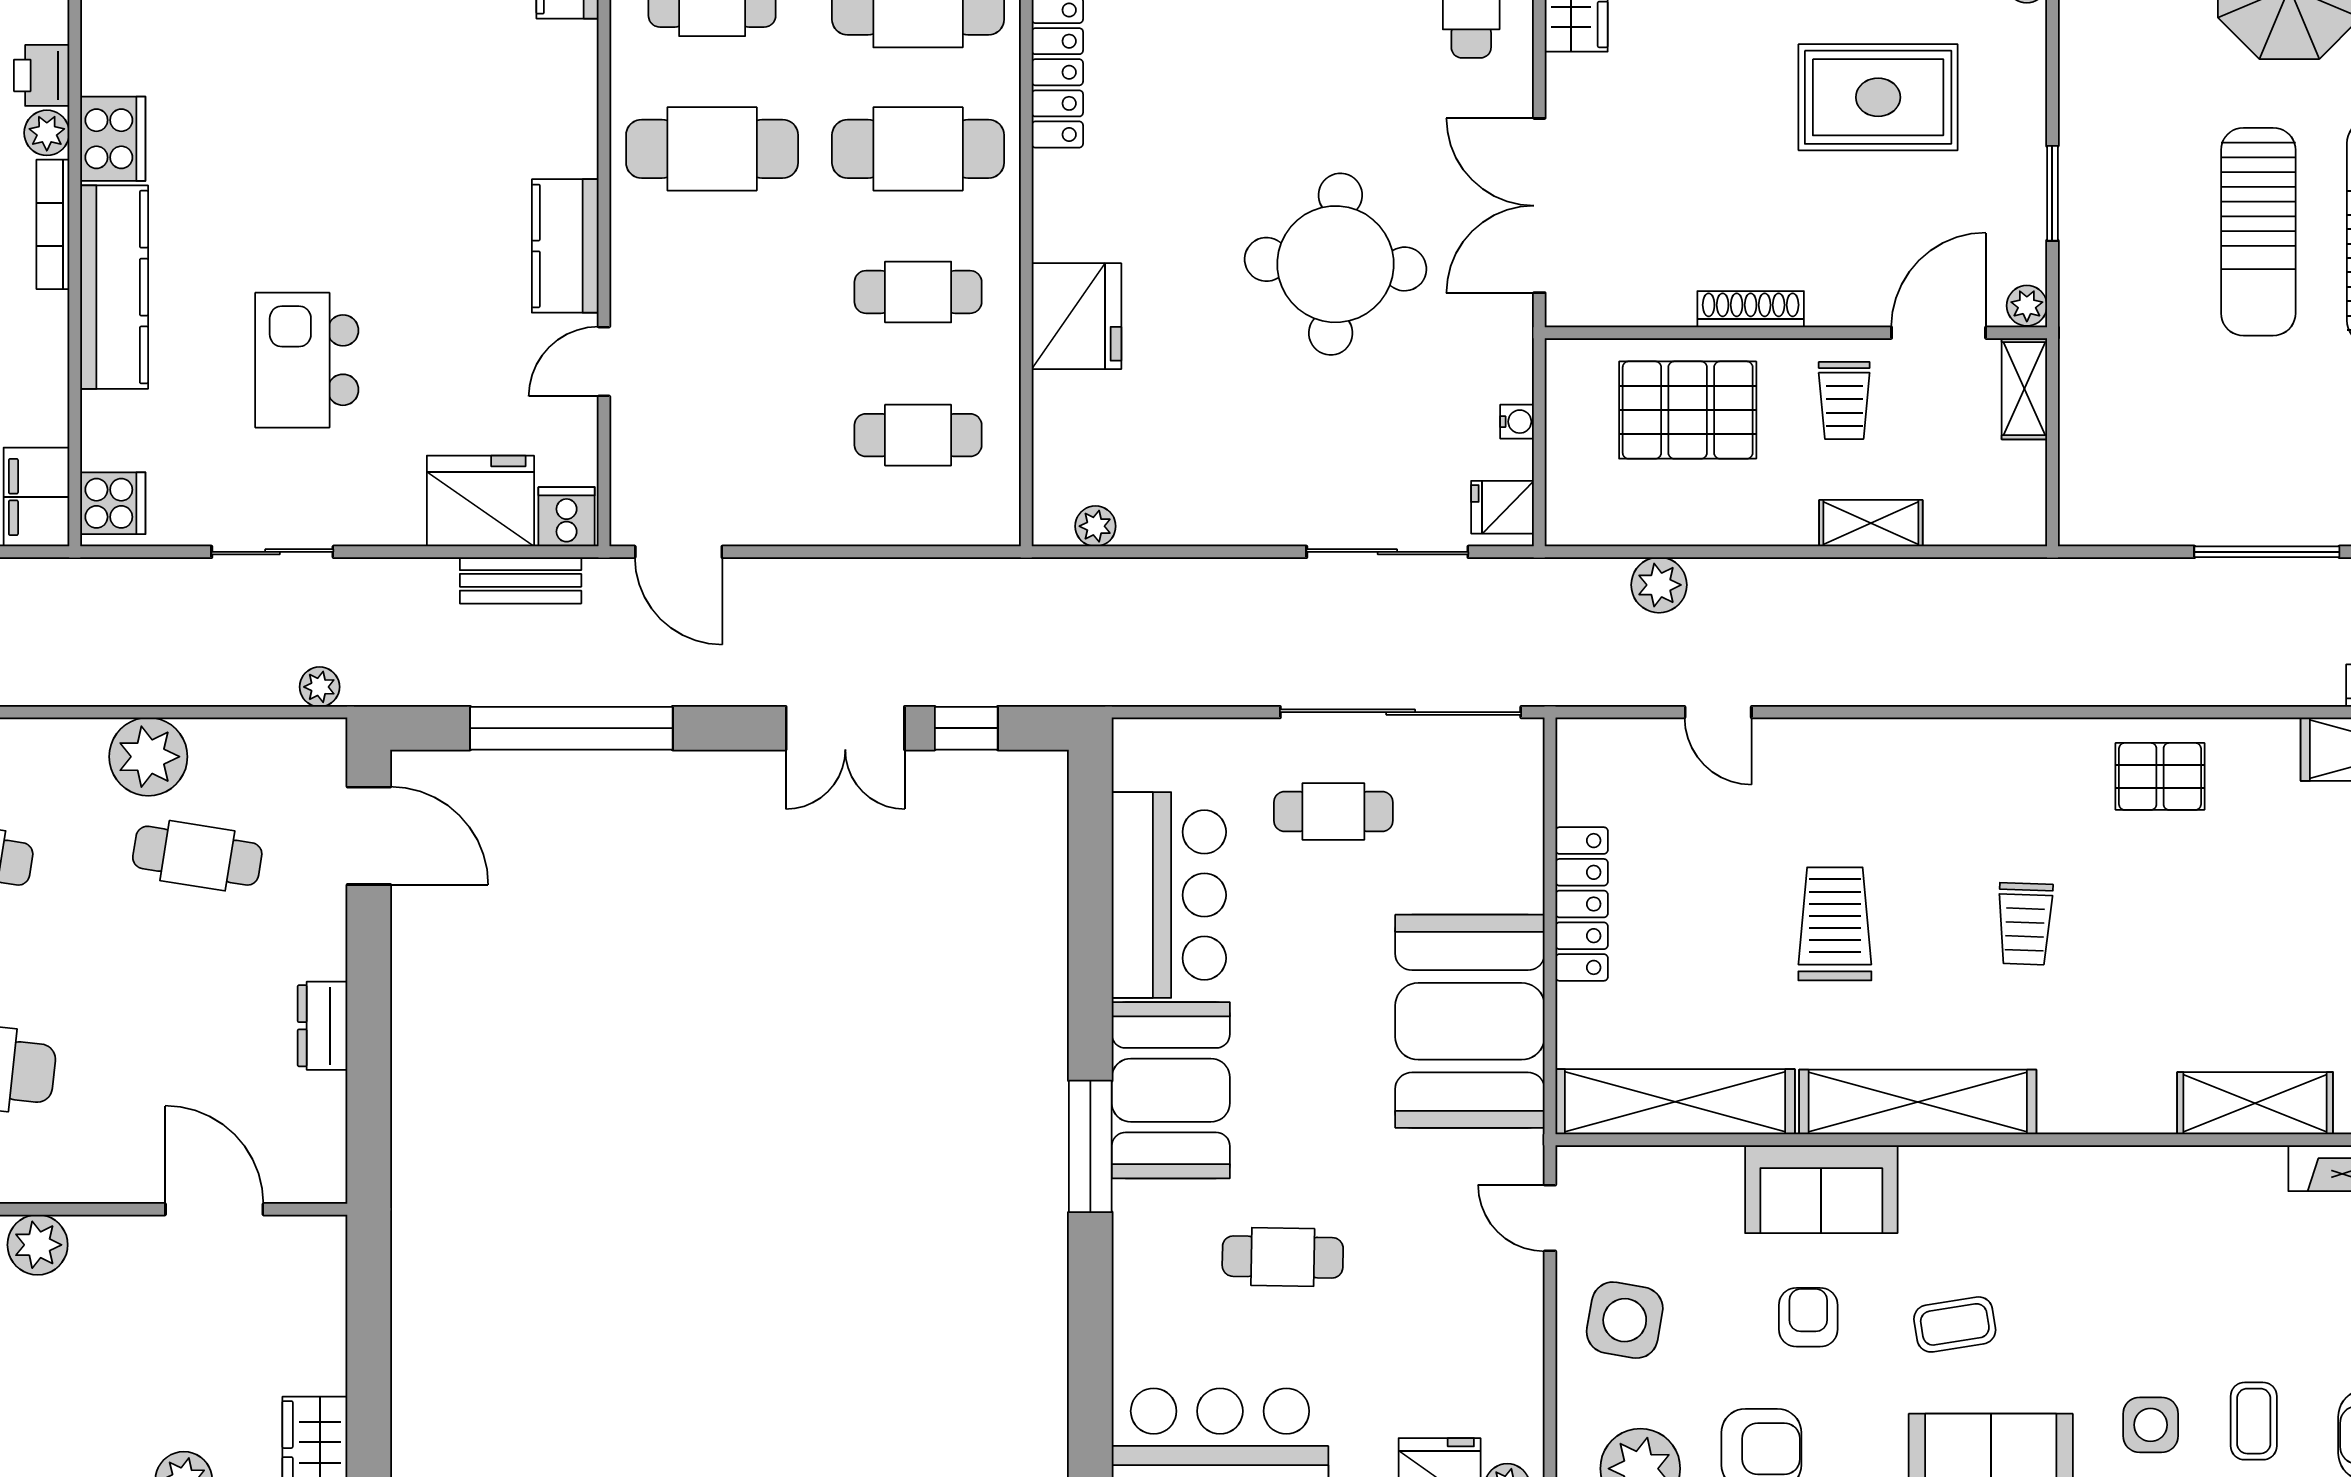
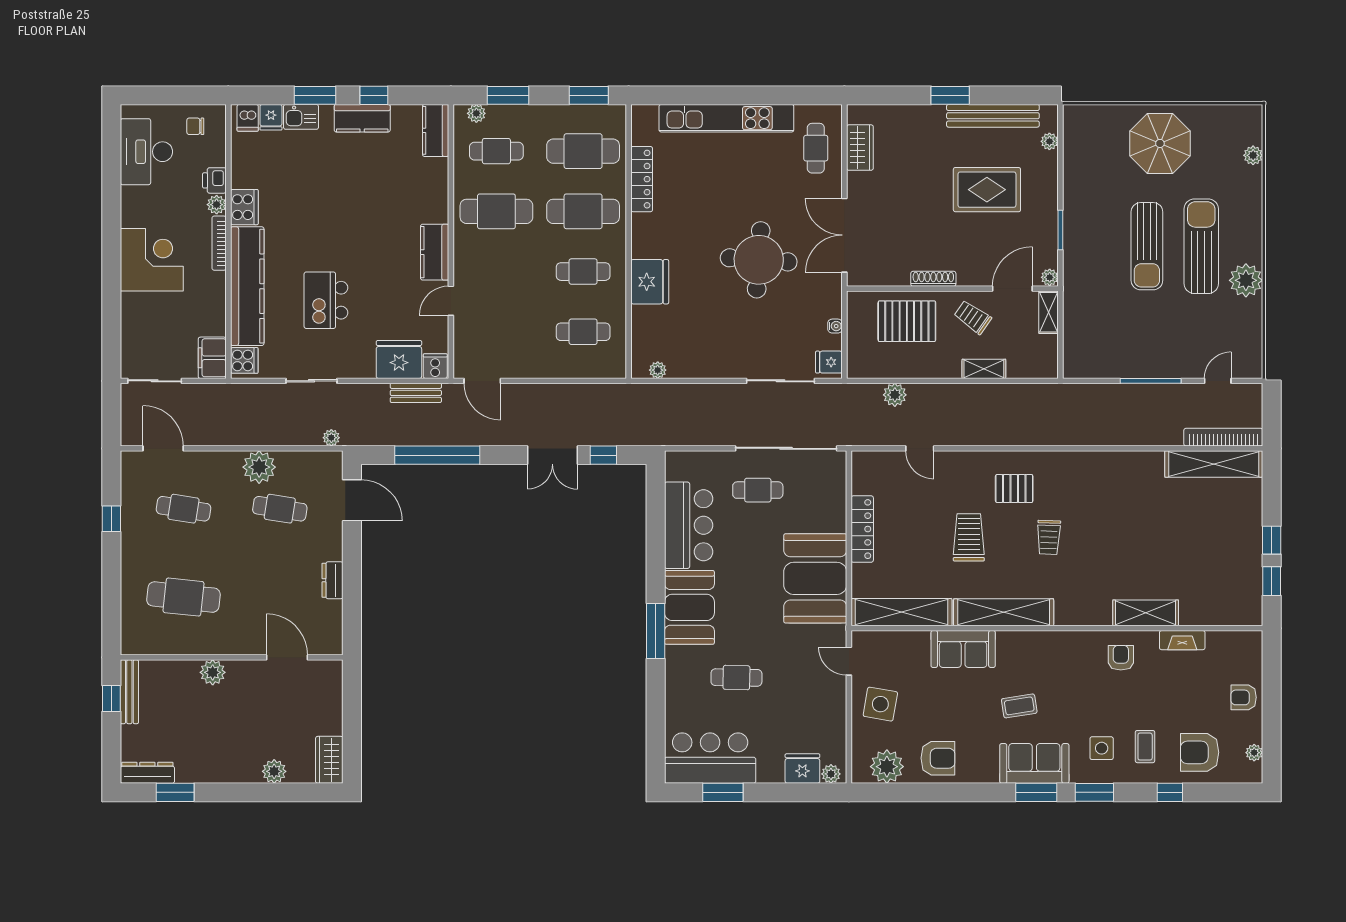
kitchen counter: (114, 287) -> (247, 286), width x1.39, depth x1.17
trolley: (1844, 401) -> (973, 317), turned 125
pallet: (2160, 776) -> (1014, 489), moved
armchair: (1808, 1317) -> (1121, 658), moved

